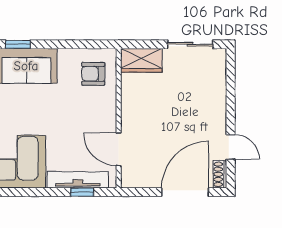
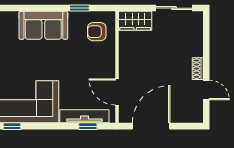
window: (18, 44) -> (79, 8), moved
shoe rack: (220, 174) -> (198, 69), moved
door: (185, 192) -> (151, 126), moved

